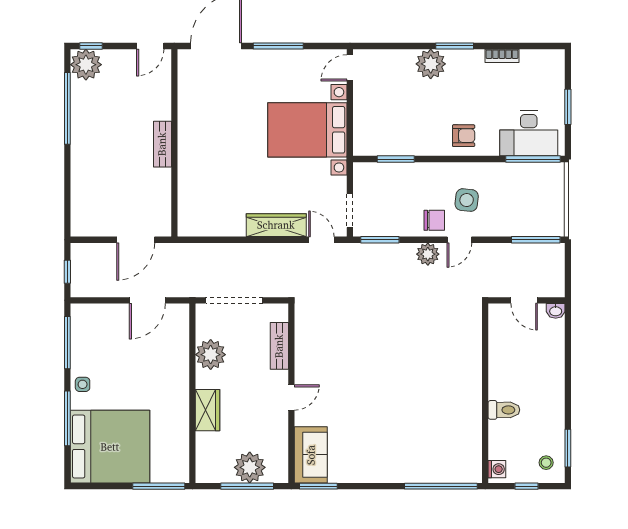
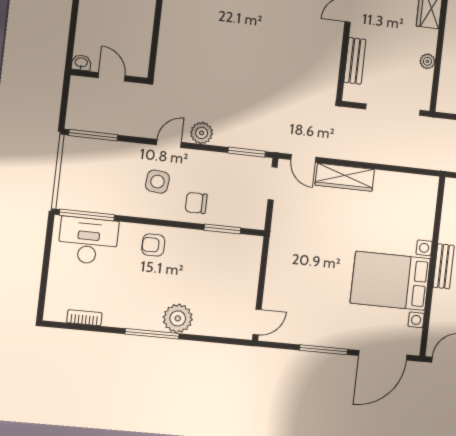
window: (455, 46) -> (152, 334), width x1.44
bookcase: (502, 56) -> (84, 318), moved
window: (568, 107) -> (46, 263), removed
bed with nightstands: (307, 130) -> (390, 281), moved, turned 180
chair: (434, 220) -> (196, 203), moved
plant: (211, 355) -> (427, 61), width x0.53, depth x0.53

